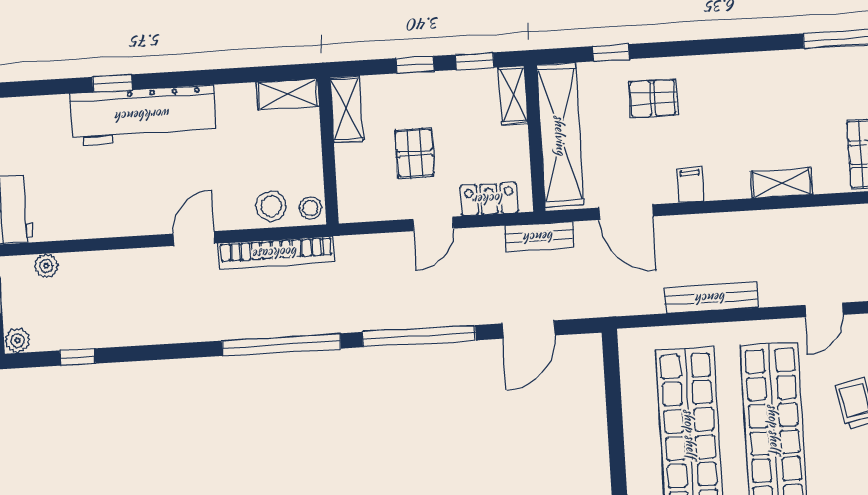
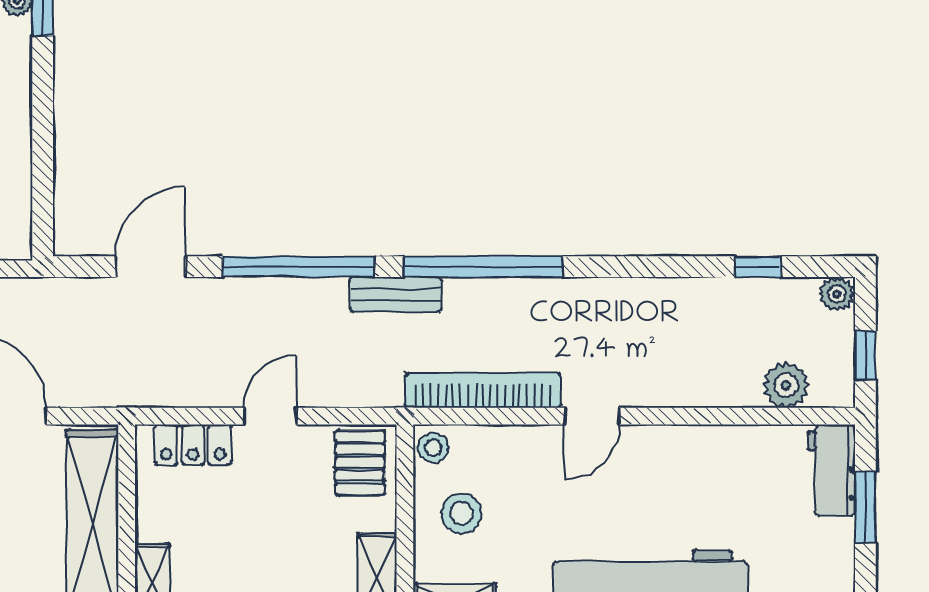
pallet: (415, 153) -> (360, 463), moved
stool: (271, 206) -> (461, 513), moved
bench: (539, 237) -> (396, 294), moved
plant: (46, 266) -> (786, 385), width x1.38, depth x1.38

